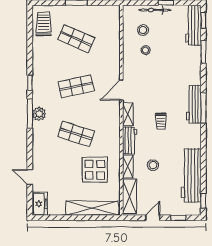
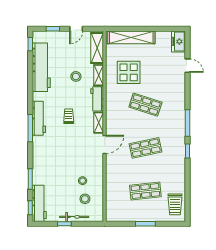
shop shelf: (76, 39) -> (145, 191), turned -30
workbench: (194, 104) -> (39, 118), moved
plant: (39, 114) -> (179, 123), removed

